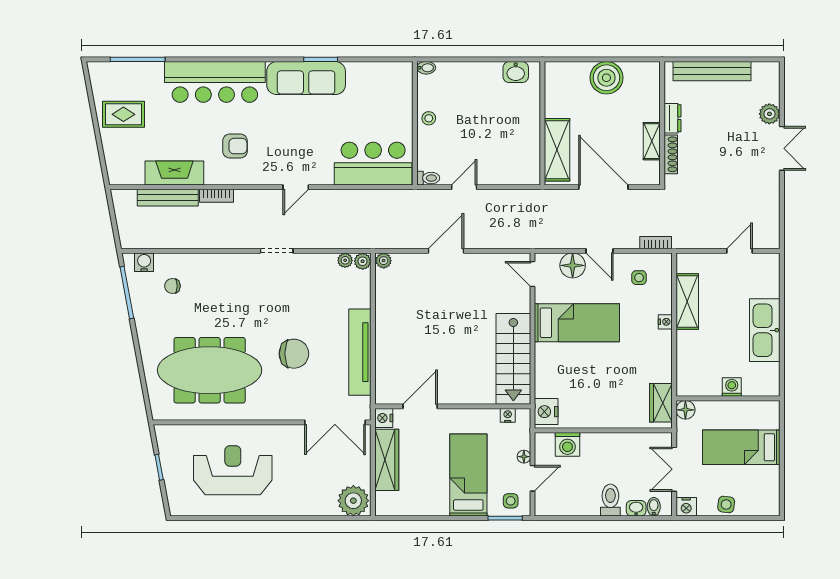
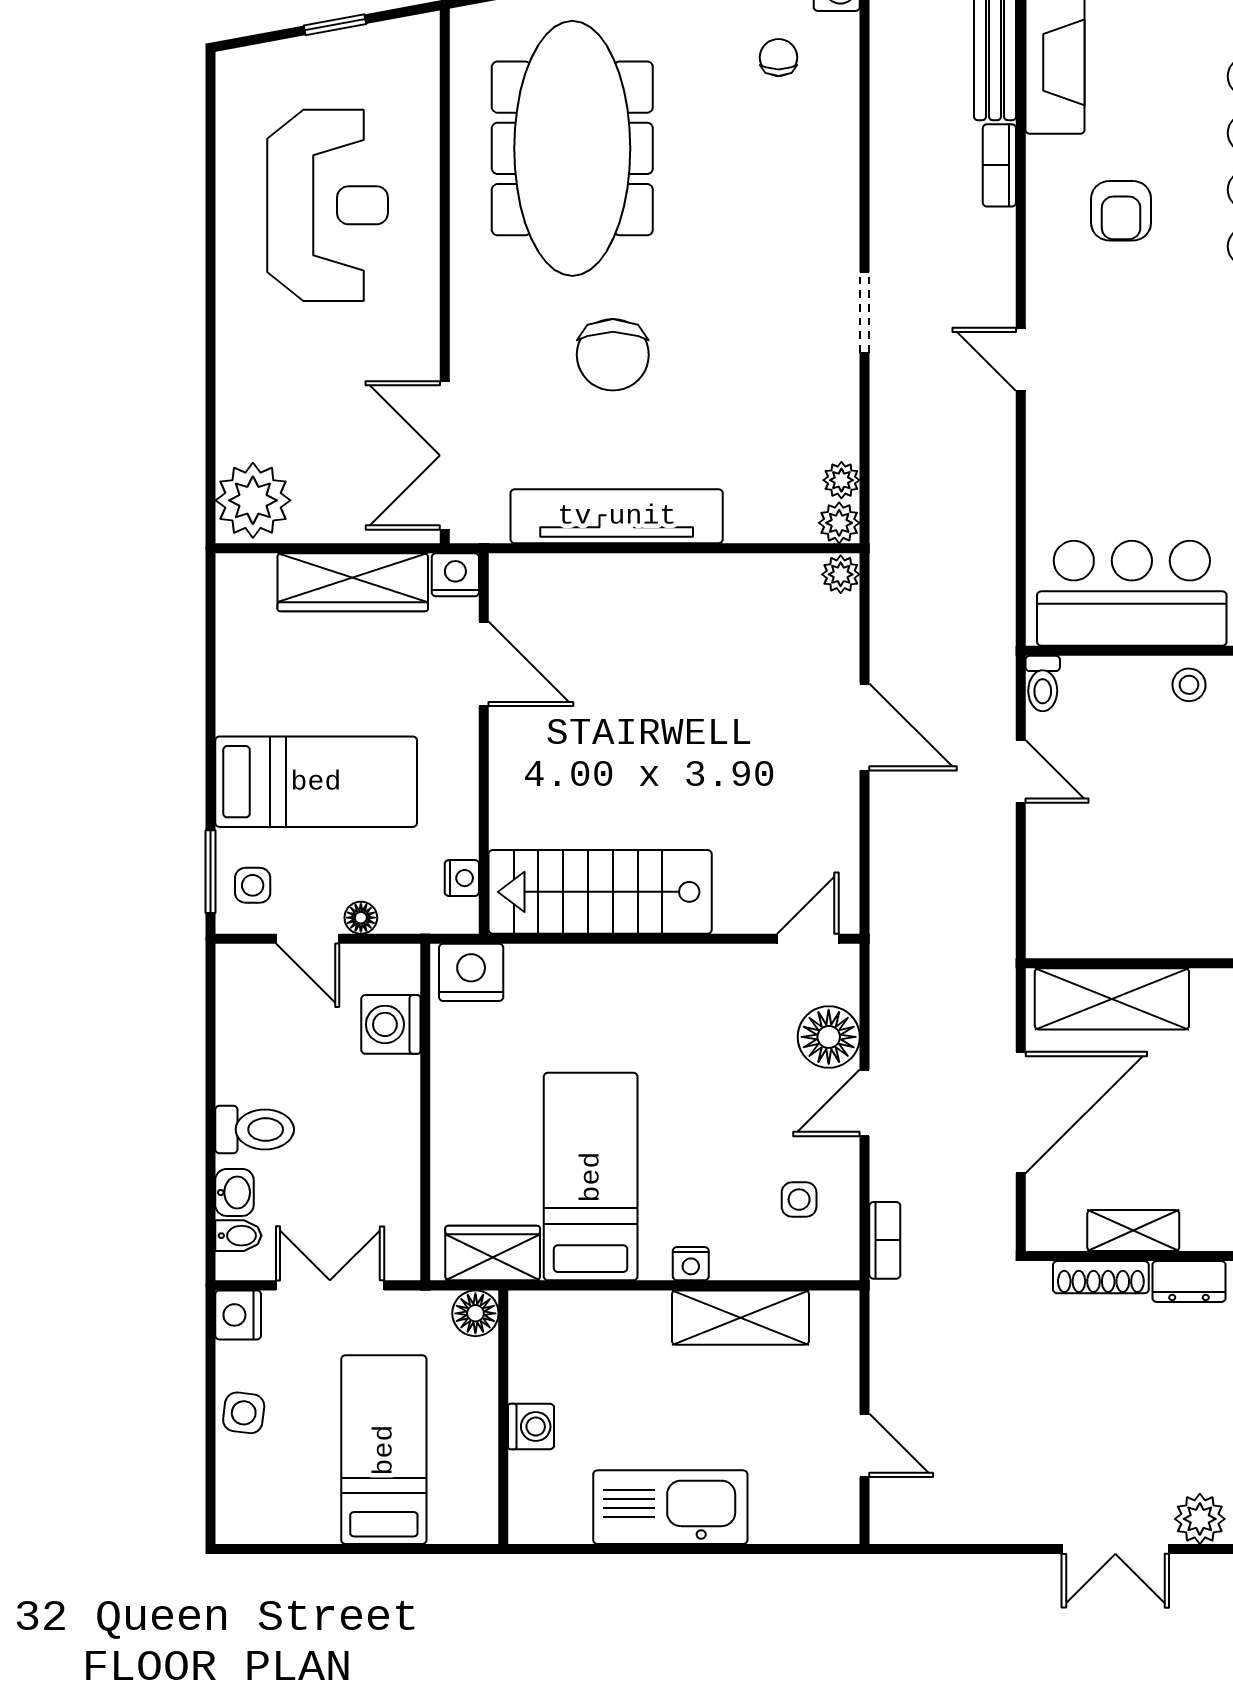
bar counter: (373, 164) -> (1132, 593), moved, turned -90
bed: (577, 323) -> (591, 1177), moved, turned 180

